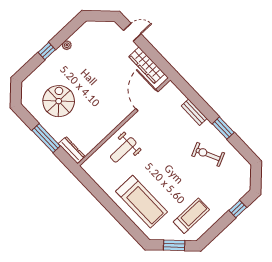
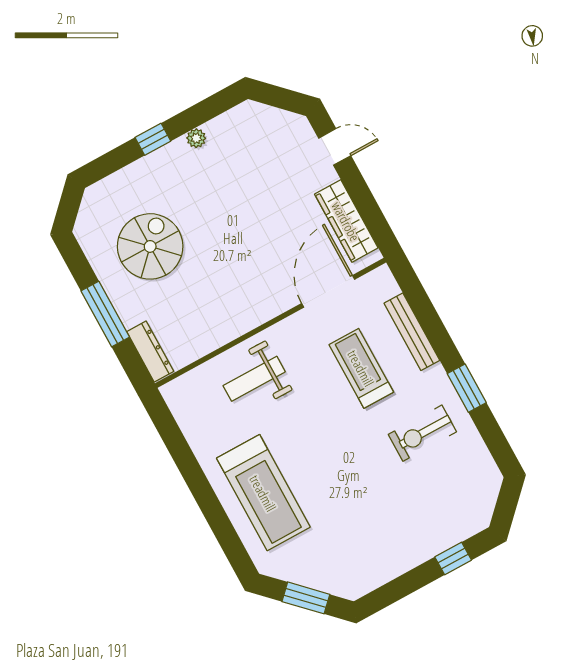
bench: (194, 112) -> (412, 332), width x1.36
exercise bike: (208, 154) -> (422, 433), turned -65
treadmill: (191, 216) -> (361, 368), moved, turned -90

